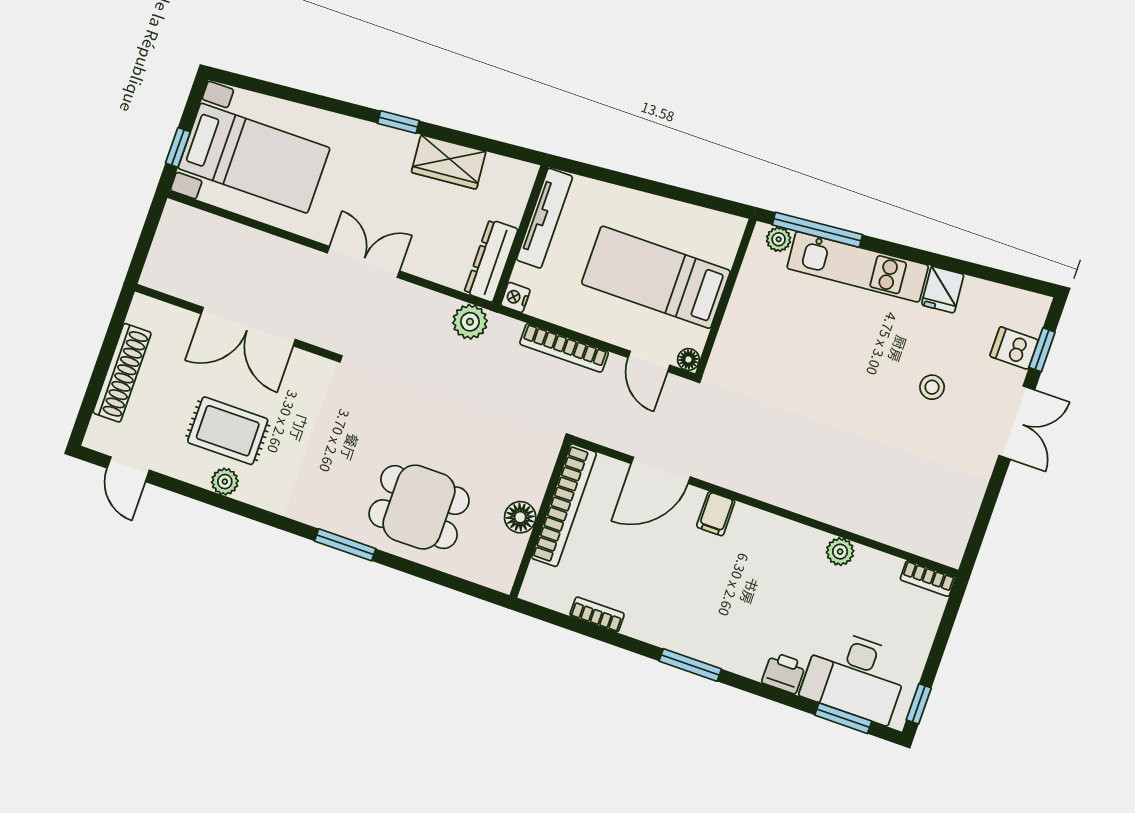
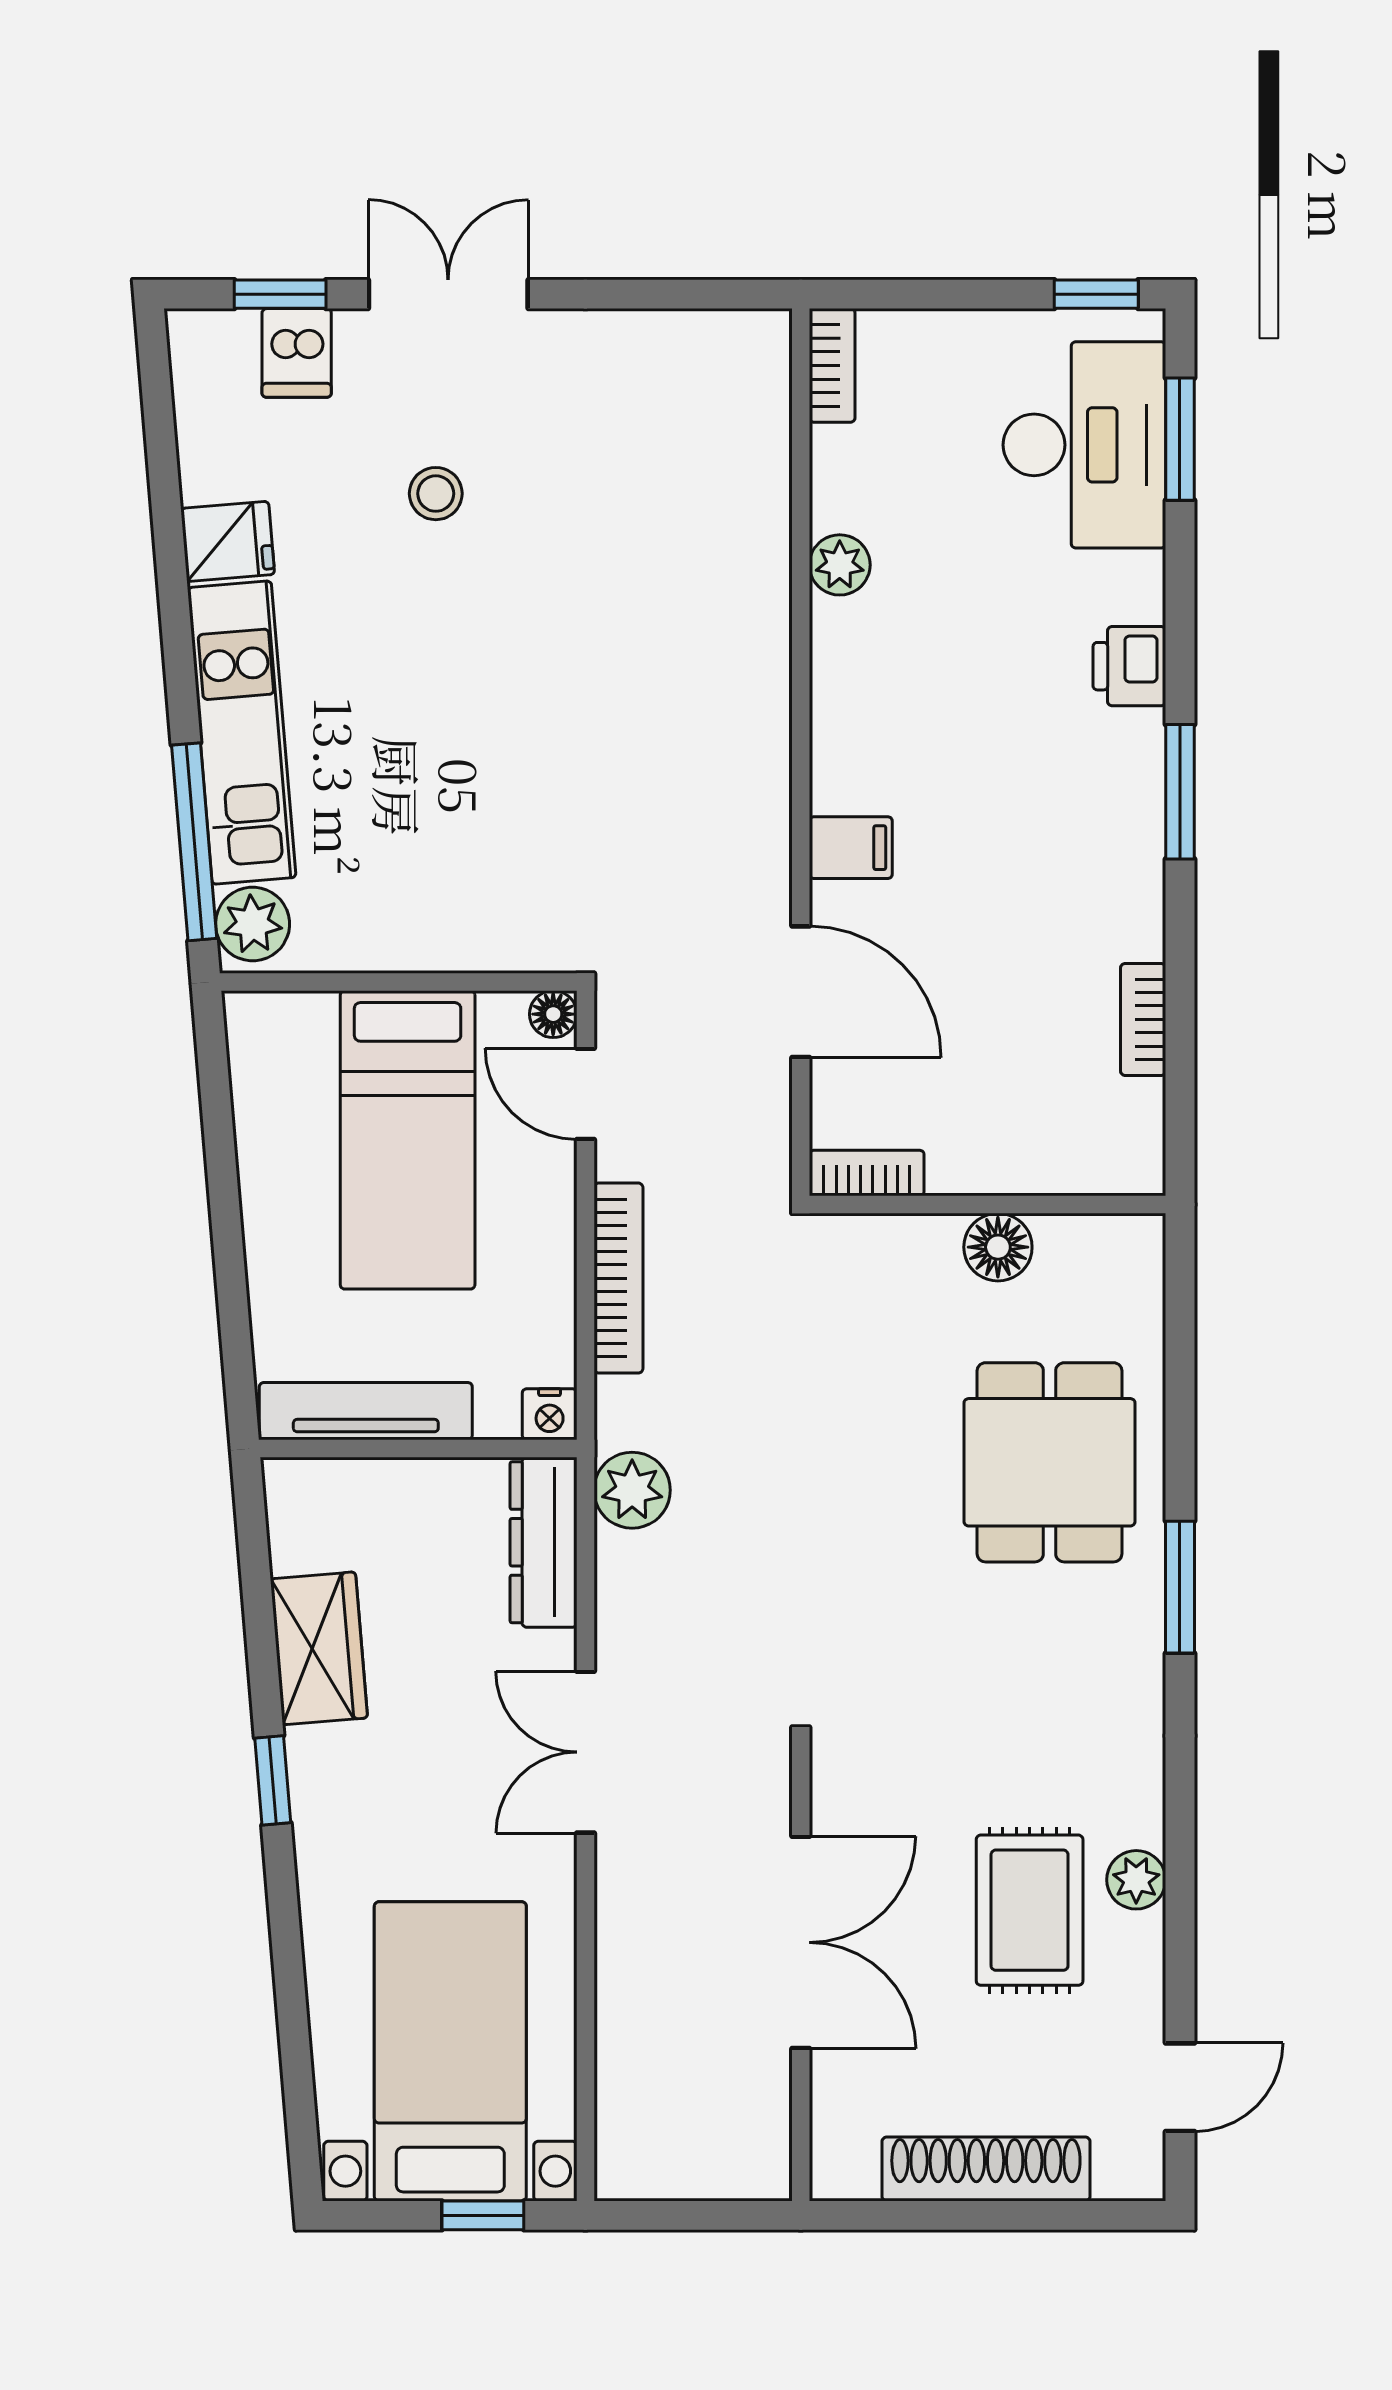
plant: (779, 239) -> (253, 924), width x1.38, depth x1.38
dresser: (491, 261) -> (544, 1542), moved, turned 90
door: (649, 361) -> (585, 1094), swing flipped
bookcase: (564, 505) -> (867, 1173), width x0.43, depth x0.76
printer: (784, 673) -> (1129, 666), moved

